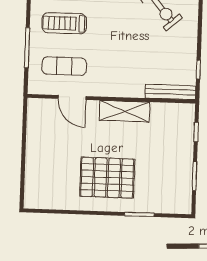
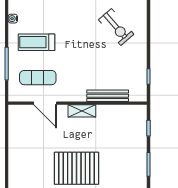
bench: (170, 92) -> (108, 96), moved
shelving: (124, 111) -> (82, 111), width x0.67, depth x0.75

